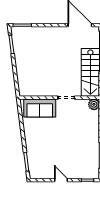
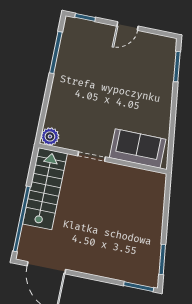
door: (61, 180) -> (127, 26), hinge flipped

